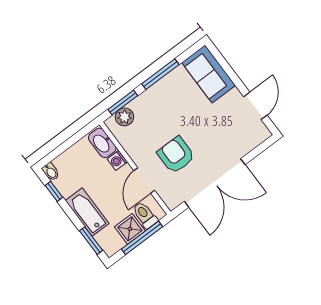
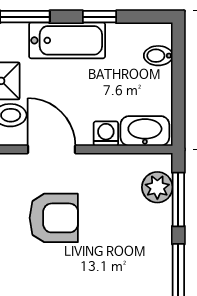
bidet: (51, 172) -> (158, 56), moved
window: (54, 191) -> (100, 17), moved

